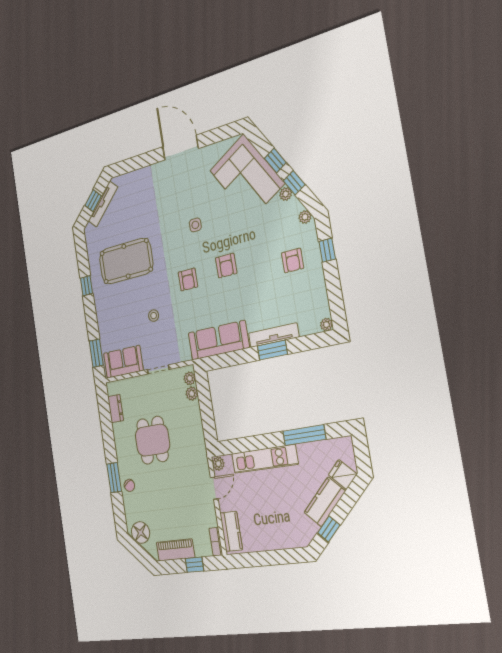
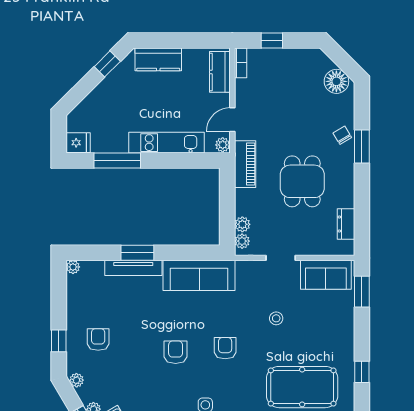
fridge: (343, 475) -> (78, 143), moved, turned -45
kitchen counter: (325, 502) -> (158, 59), moved, turned 45
piano: (176, 550) -> (245, 164), moved, turned -90

